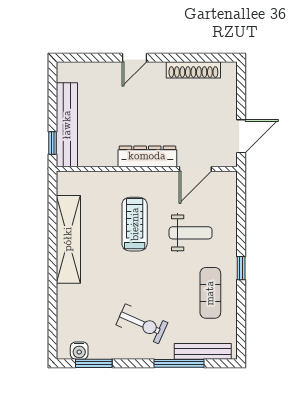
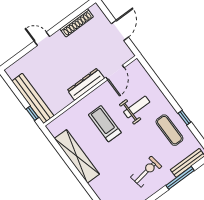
door: (134, 58) -> (42, 39), swing flipped
door: (241, 136) -> (120, 30), moved
window: (241, 268) -> (184, 118), moved
exercise bike: (142, 324) -> (146, 172), turned -33

